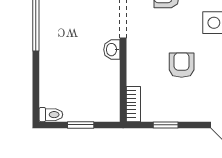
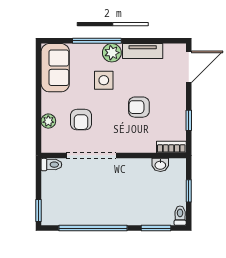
washbasin: (112, 50) -> (160, 165), moved
window: (36, 86) -> (156, 228), added

